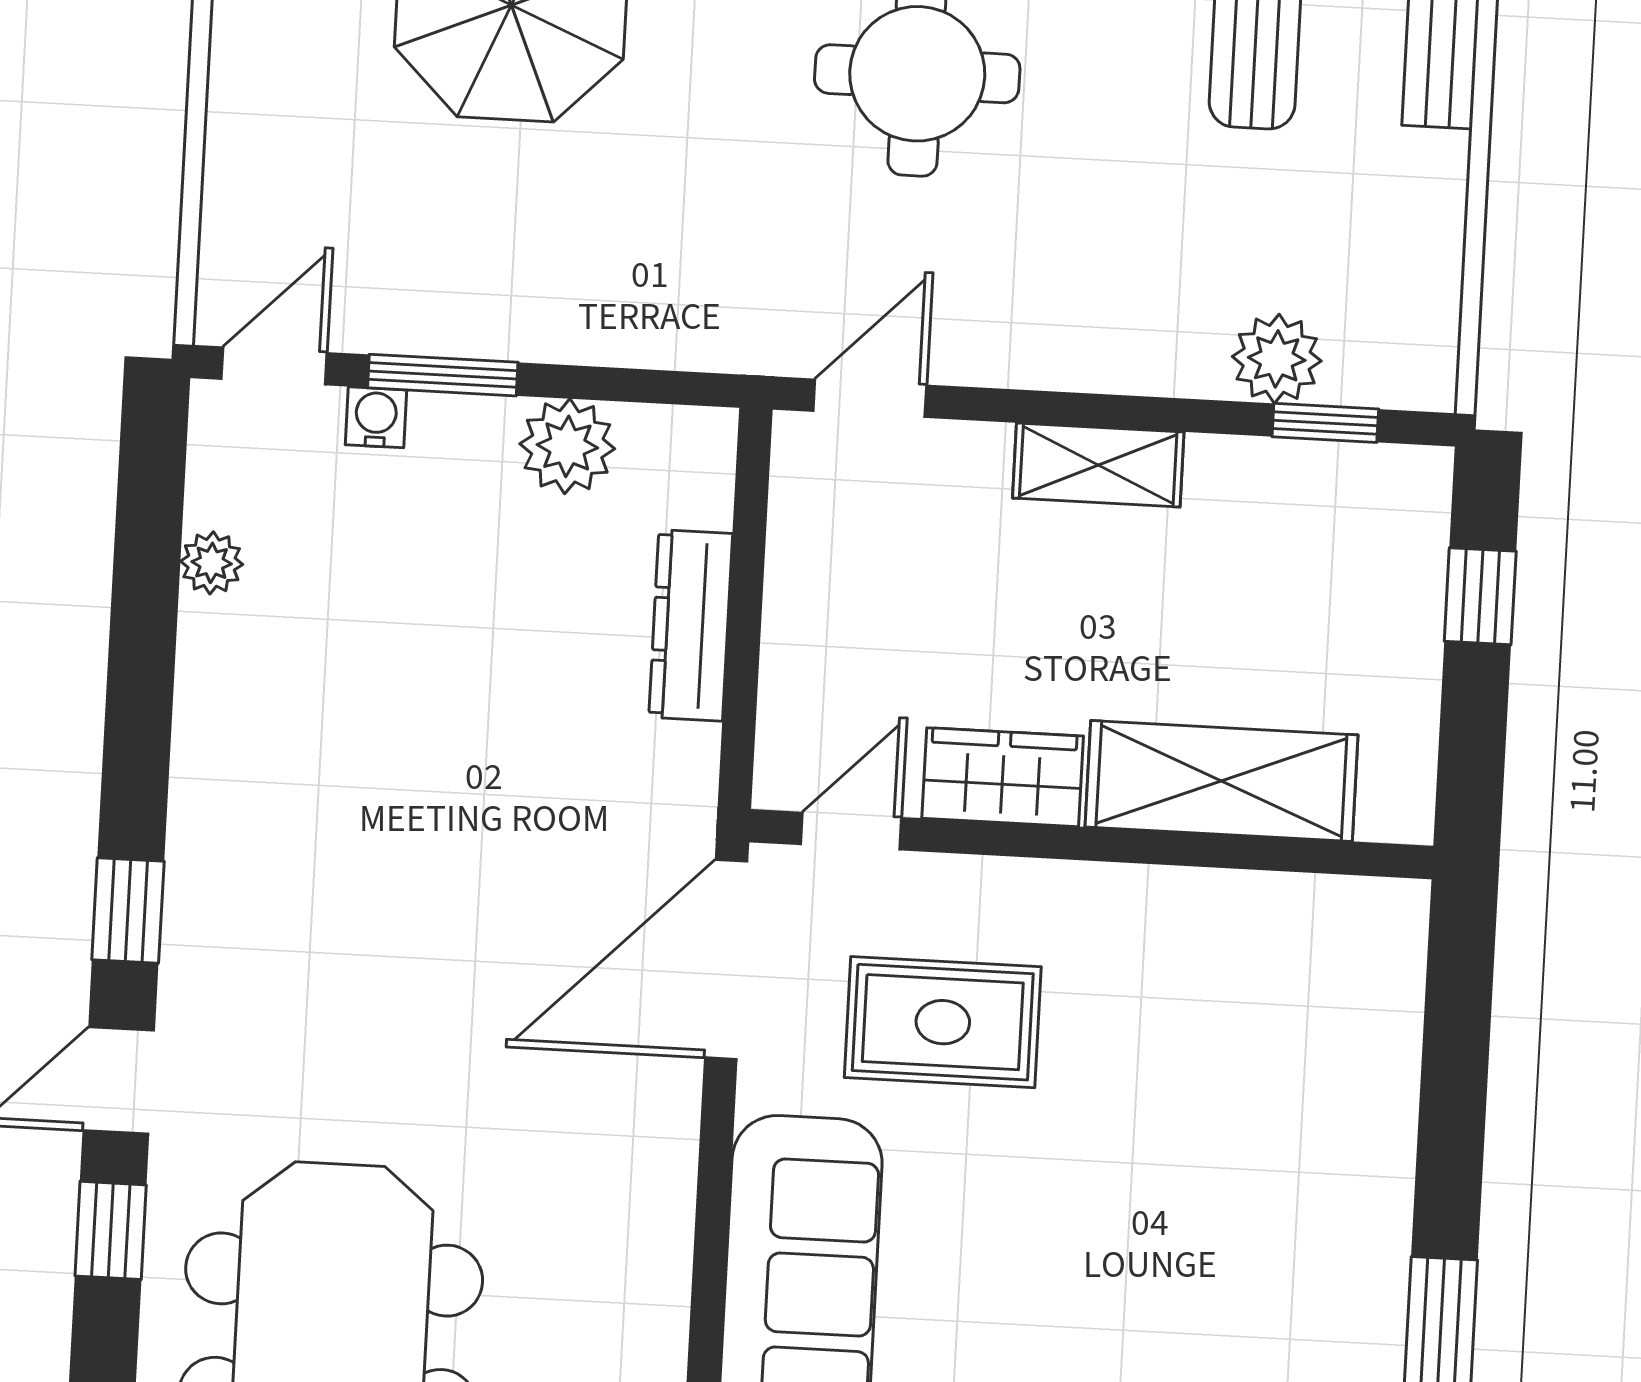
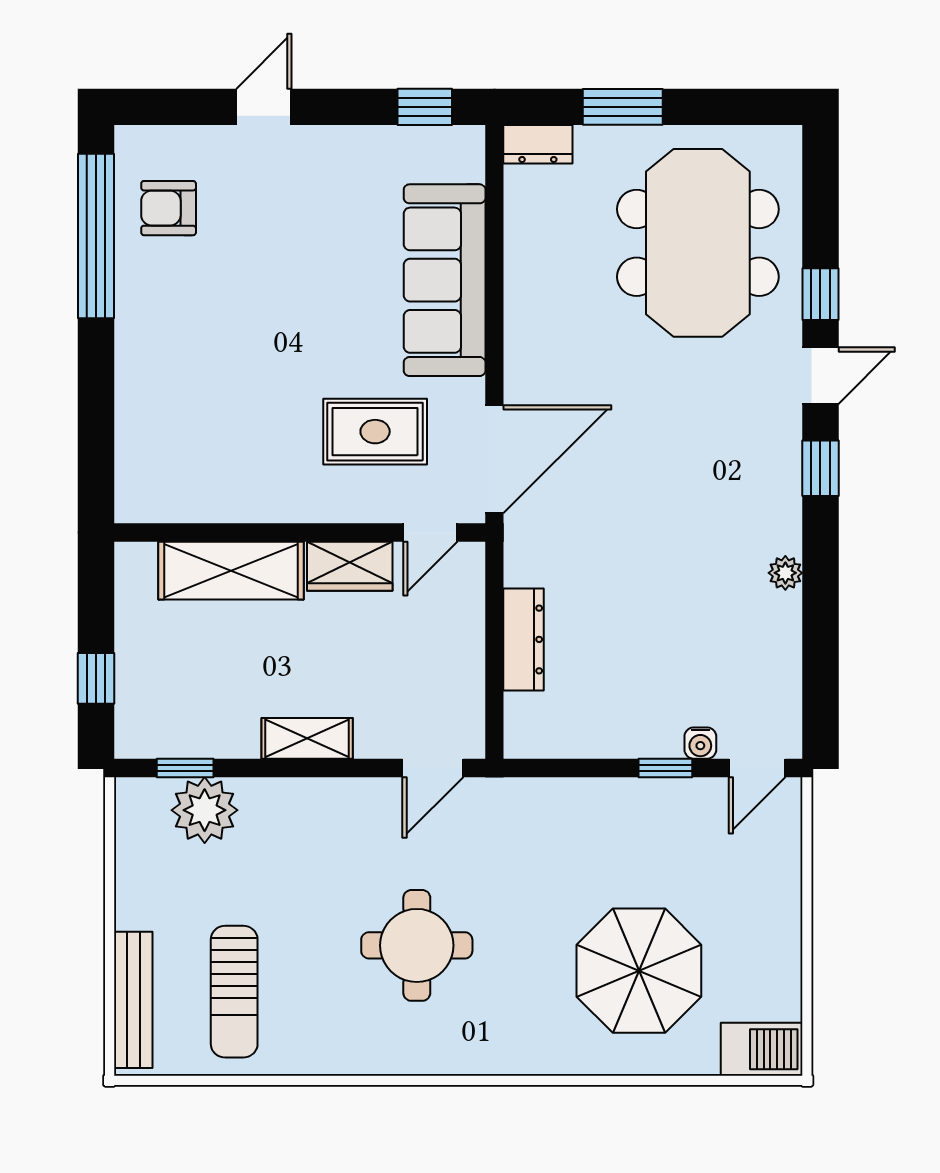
plant: (1277, 359) -> (205, 810), width x1.36, depth x1.36
window: (443, 375) -> (665, 768), width x0.67
plant: (567, 446) -> (596, 733), removed
plant: (212, 563) -> (785, 573), moved

